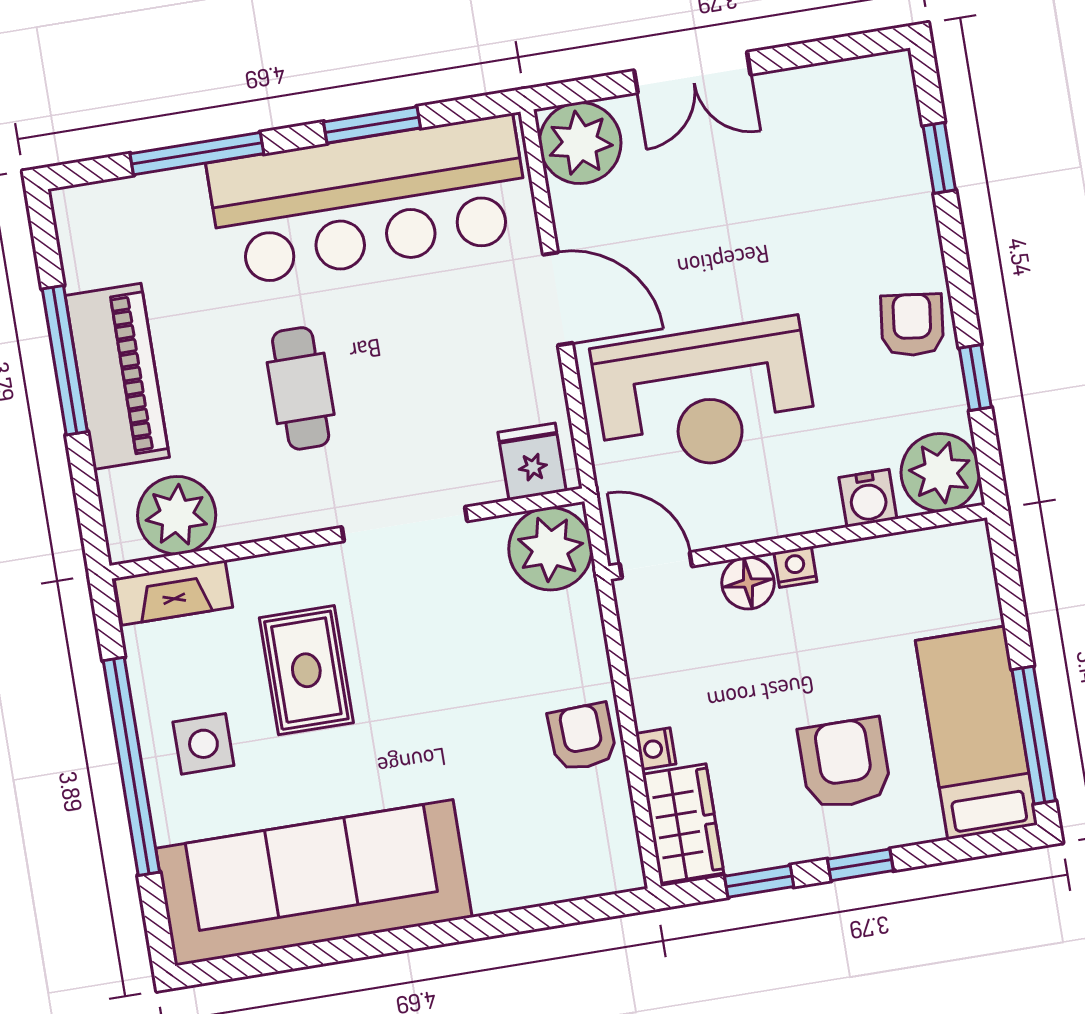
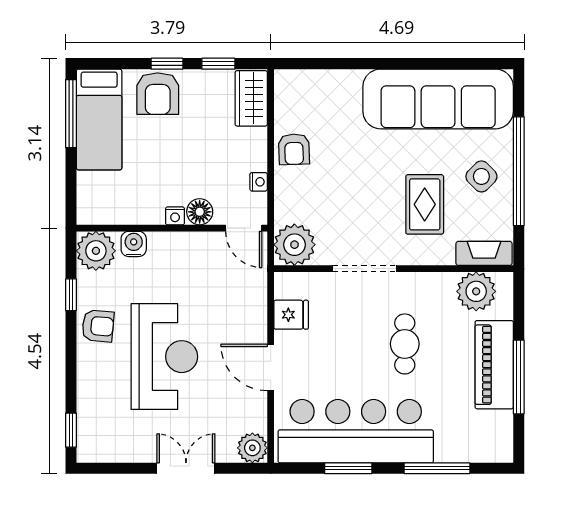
plant: (580, 143) -> (252, 448), width x0.73, depth x0.73
window: (939, 158) -> (71, 430), moved
armchair: (912, 325) -> (98, 326), turned -92
reception desk: (704, 397) -> (164, 357), moved, turned 90
fridge: (532, 462) -> (291, 315), moved, turned -90
side table: (203, 744) -> (481, 176), turned 45
nightstand: (656, 749) -> (259, 182), moved
armchair: (845, 764) -> (158, 94), moved

